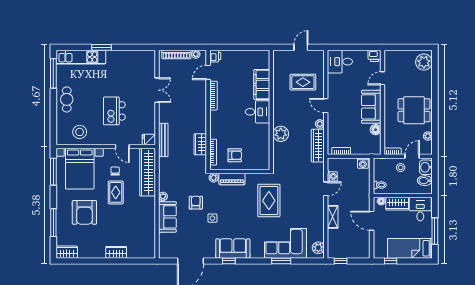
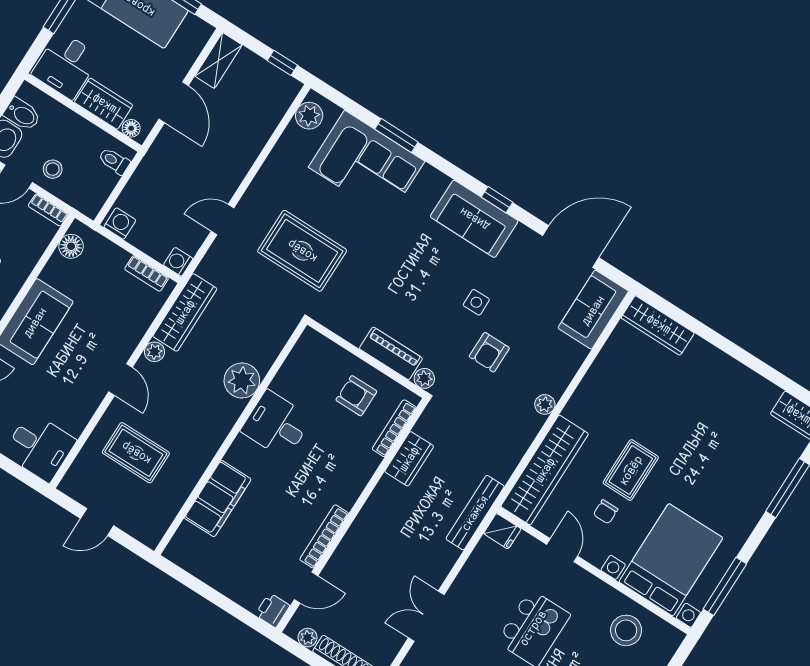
desk: (258, 112) -> (276, 424), moved
floor lamp: (376, 130) -> (71, 246), moved
washing machine: (332, 176) -> (178, 262), moved
rug: (269, 201) -> (302, 251), moved, turned 90
armchair: (84, 212) -> (715, 470), removed
sofa: (167, 217) -> (593, 310), moved
shelving: (333, 217) -> (218, 60), moved
wardrobe: (116, 252) -> (658, 325), moved, width x1.50

